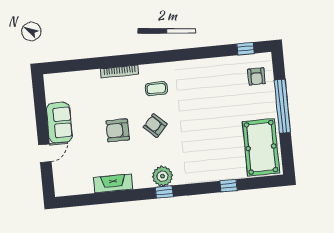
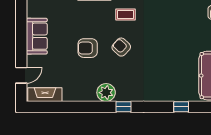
door: (45, 153) -> (21, 75), moved
plant: (162, 176) -> (106, 93), moved
fireplace: (113, 183) -> (45, 95), moved

